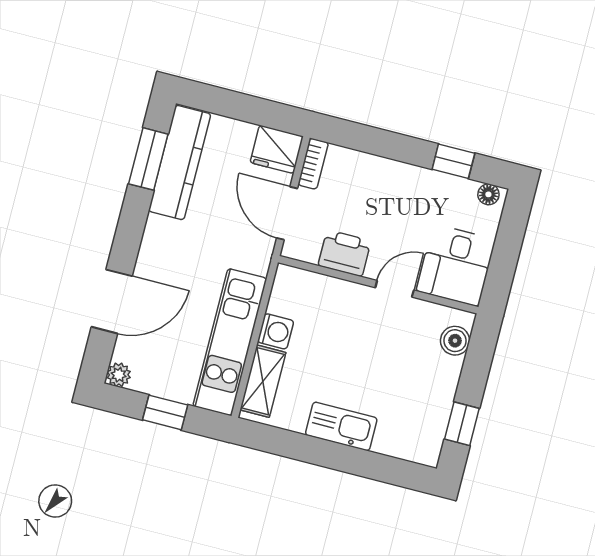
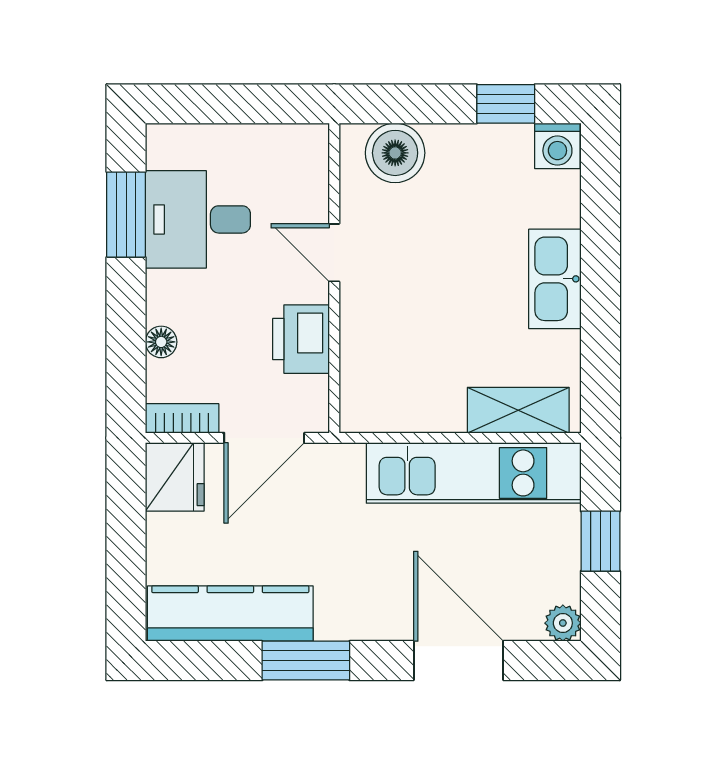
window: (148, 159) -> (306, 661), moved
window: (453, 161) -> (126, 215), width x1.50
floor lamp: (488, 194) -> (161, 342), moved
desk: (456, 265) -> (198, 219), moved, turned 180
washing machine: (276, 331) -> (557, 146), moved, turned 180
boiler: (455, 341) -> (395, 153), width x1.36, depth x1.36

